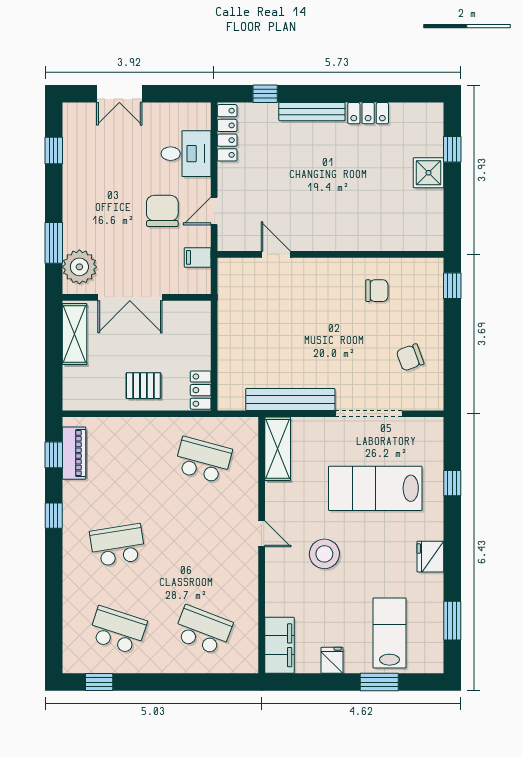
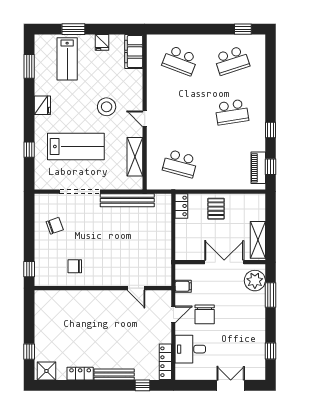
shower: (429, 173) -> (46, 371), moved
pallet: (143, 386) -> (216, 209), turned 90
shelving: (278, 449) -> (135, 157), moved
school desk: (118, 630) -> (232, 61), turned -36

